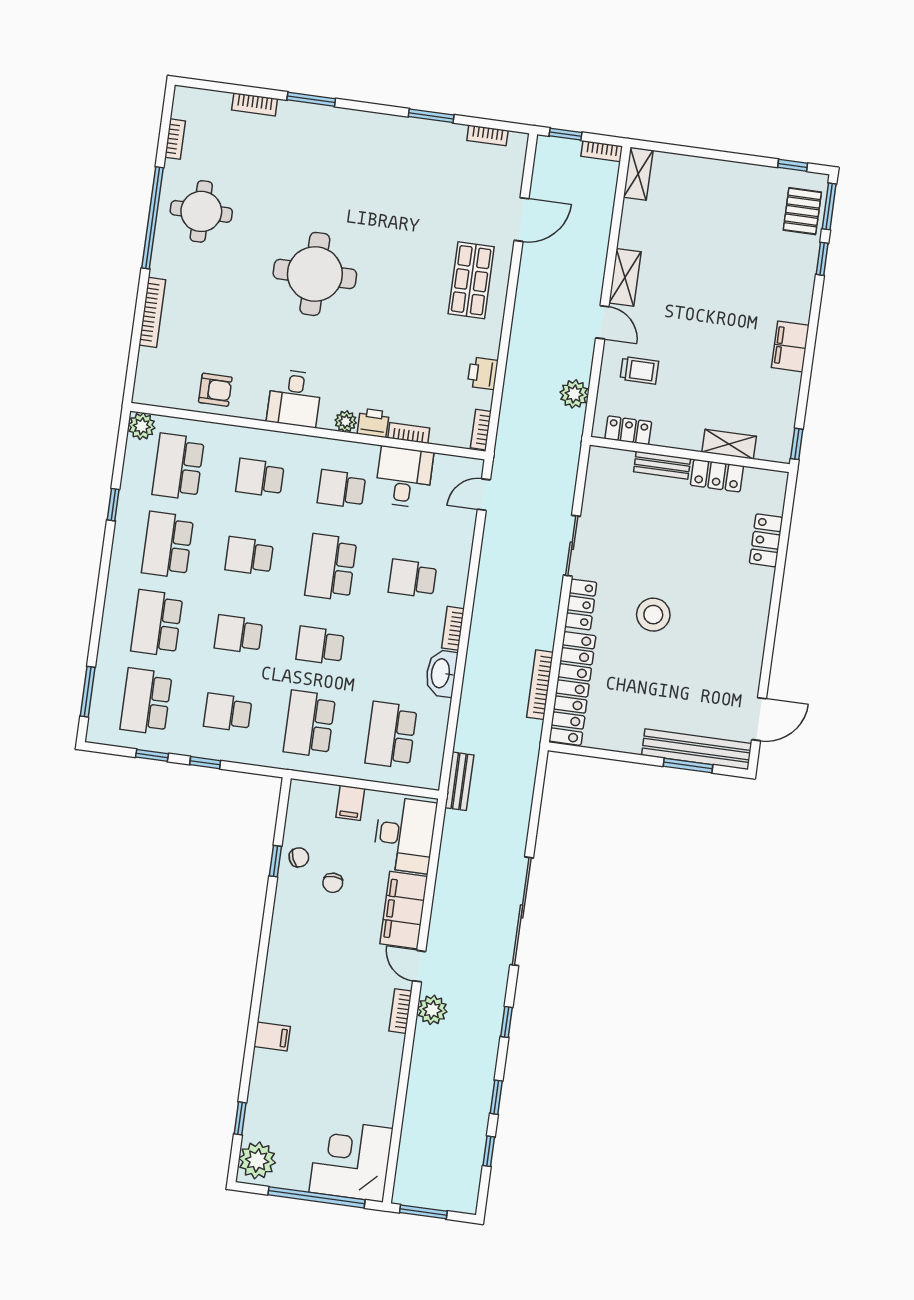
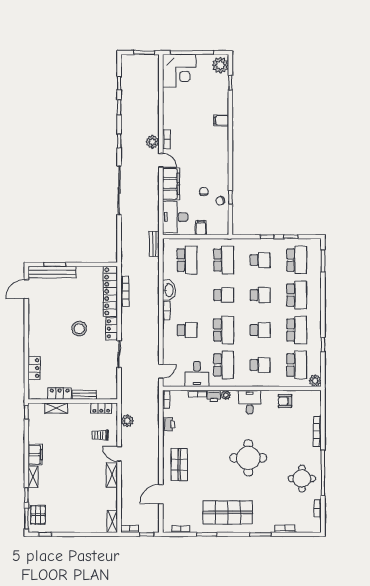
shop shelf: (377, 158) -> (228, 512), added
shelving: (802, 297) -> (33, 477), added
school desk: (342, 489) -> (224, 365), width x1.85

